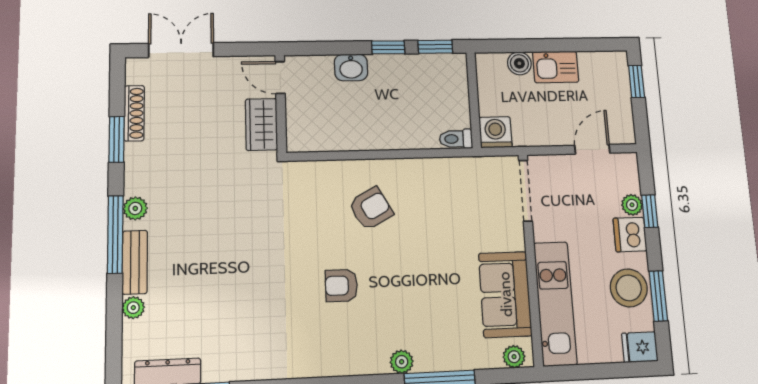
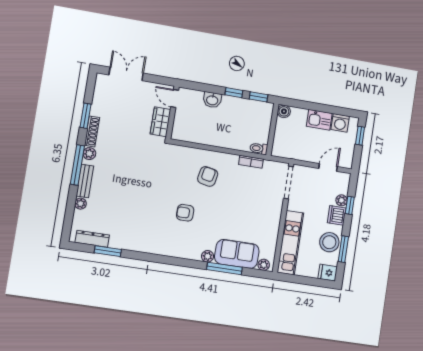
boiler: (519, 63) -> (284, 111), moved
shoe rack: (134, 113) -> (92, 131), moved
washing machine: (495, 132) -> (340, 123), moved, turned 180
bookcase: (447, 166) -> (251, 162), added
armchair: (371, 208) -> (208, 176), turned -50
sofa: (505, 294) -> (237, 254), moved, turned 90

